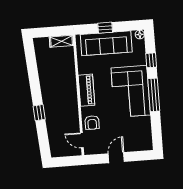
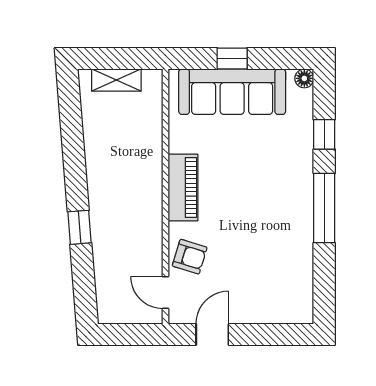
shelving: (62, 41) -> (116, 80), moved
corner sofa: (131, 91) -> (276, 197), removed
armchair: (92, 123) -> (190, 257), turned -73
door: (116, 158) -> (212, 334), moved

